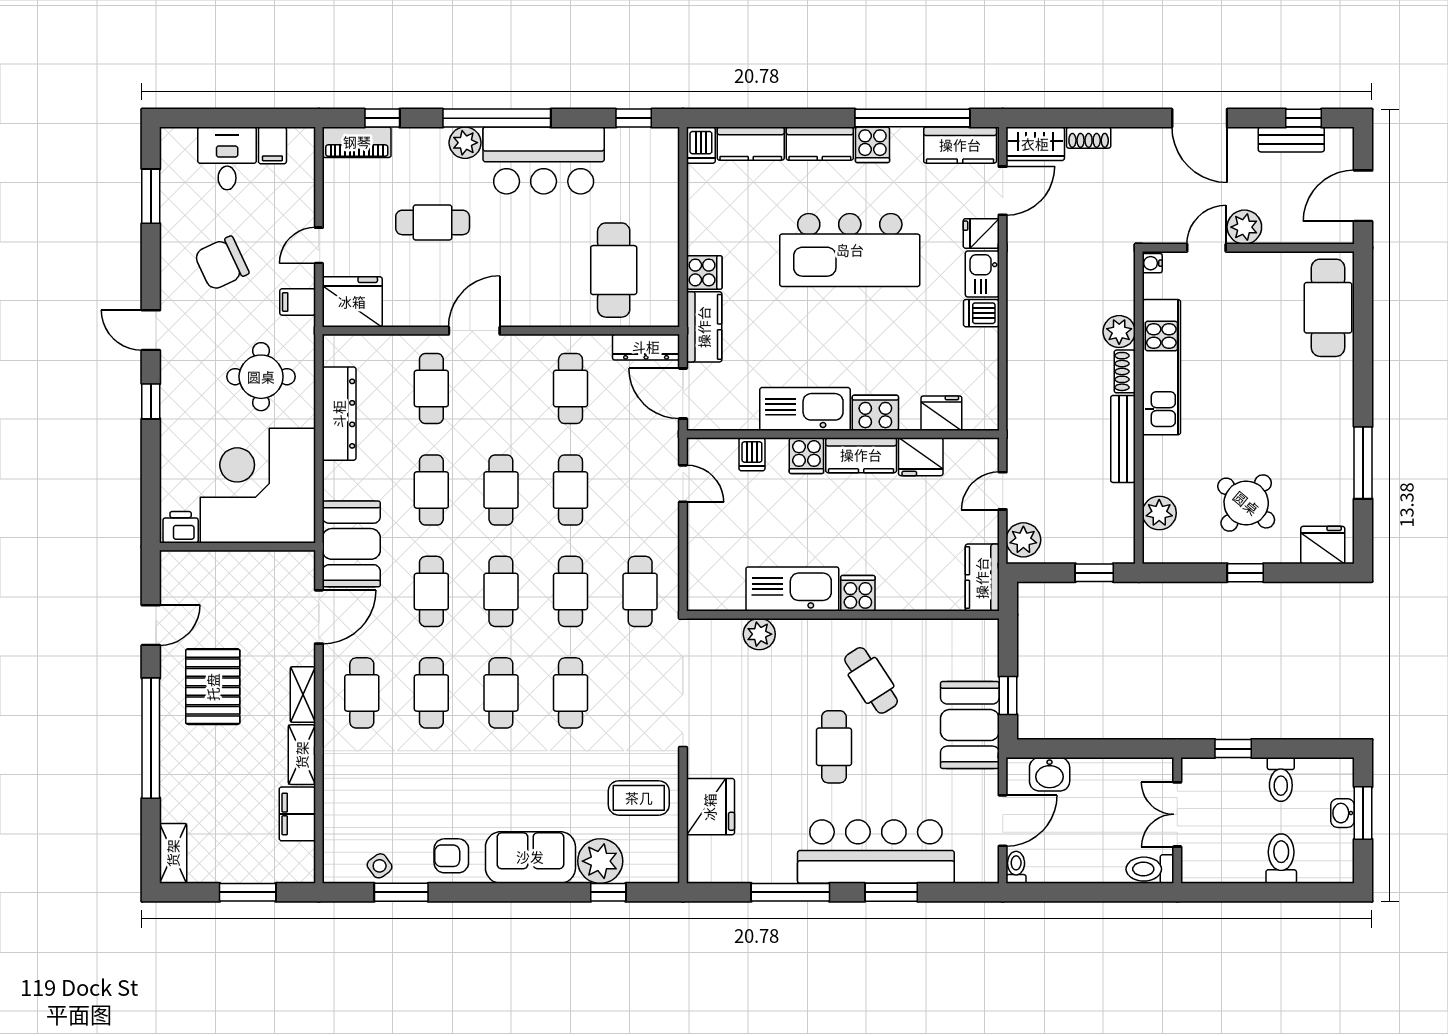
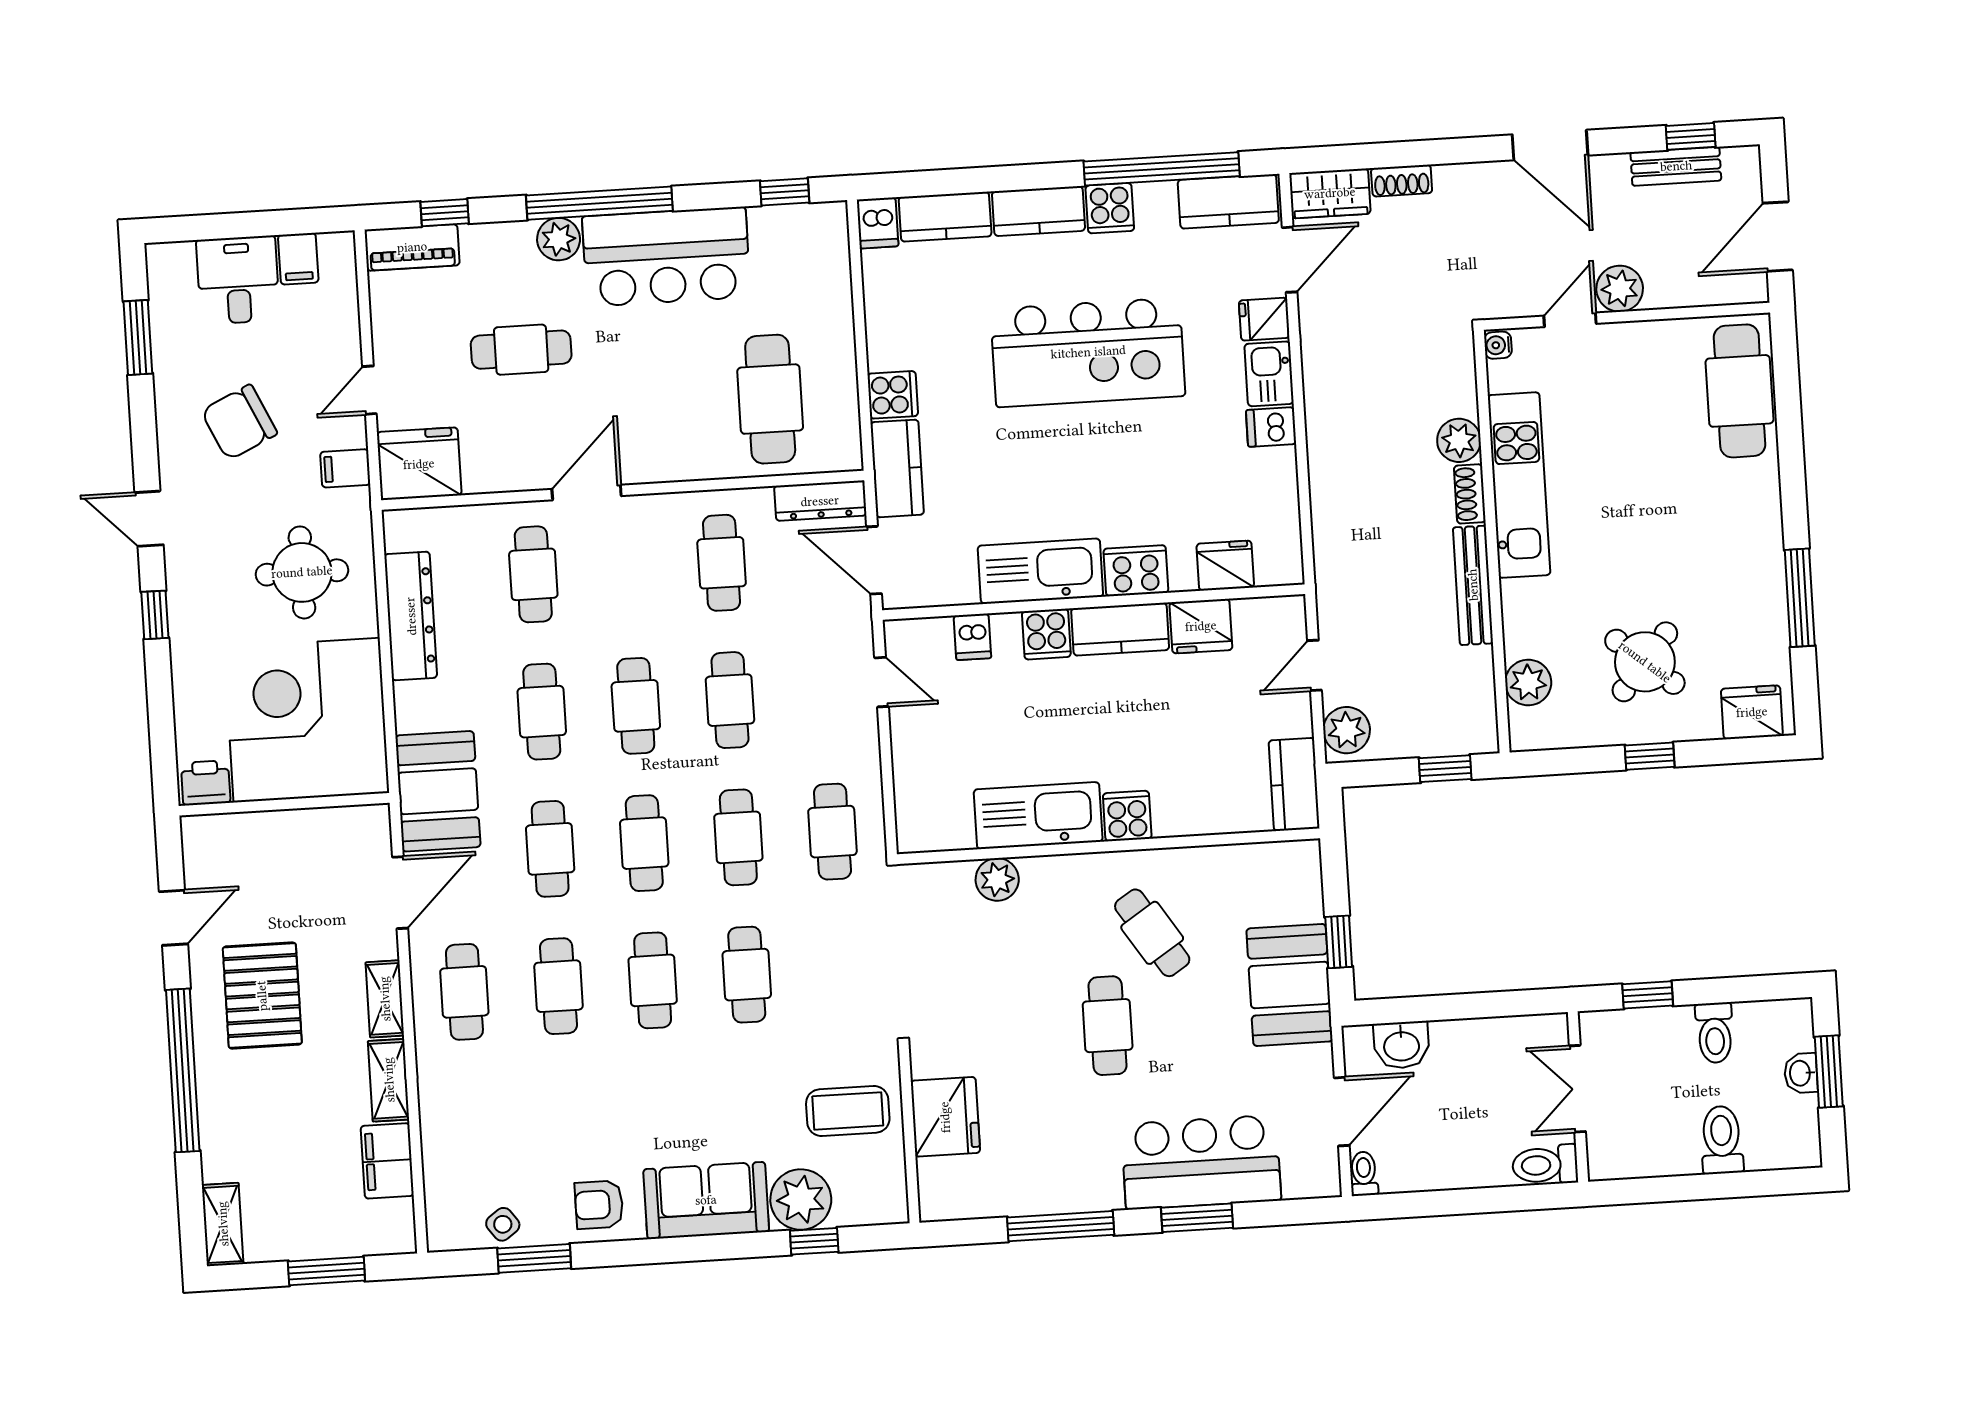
bar counter: (876, 852) -> (1201, 1162), width x0.73

